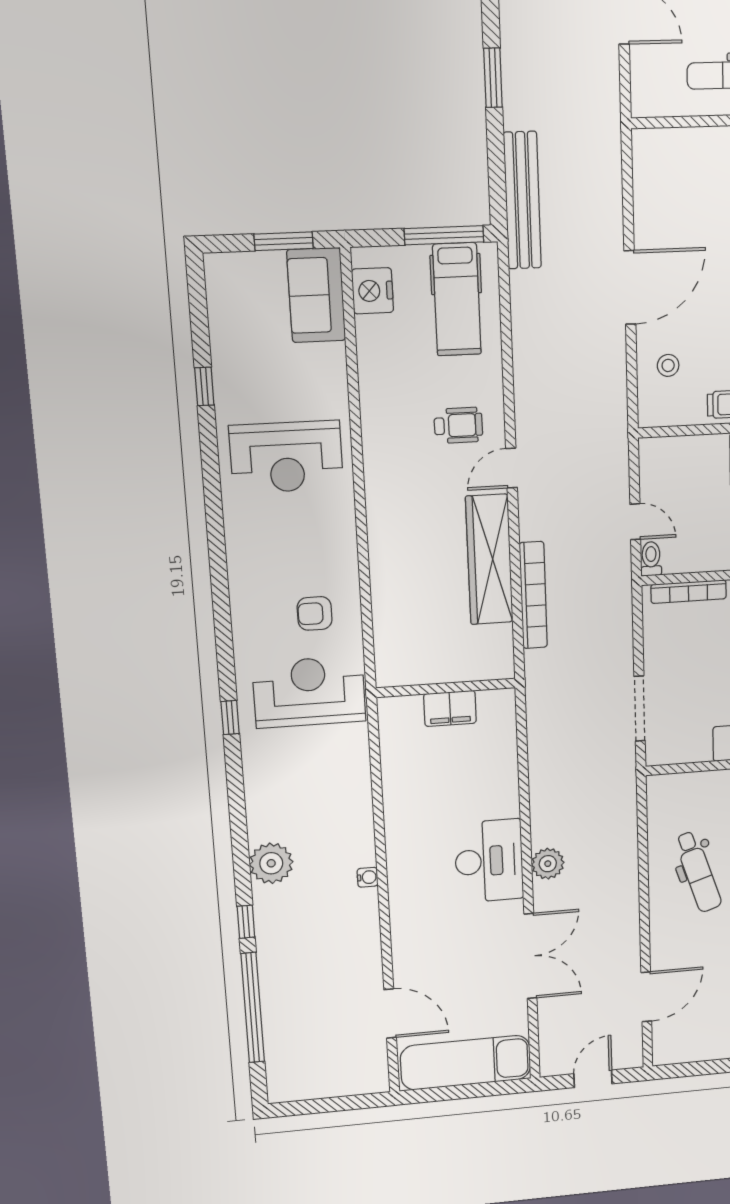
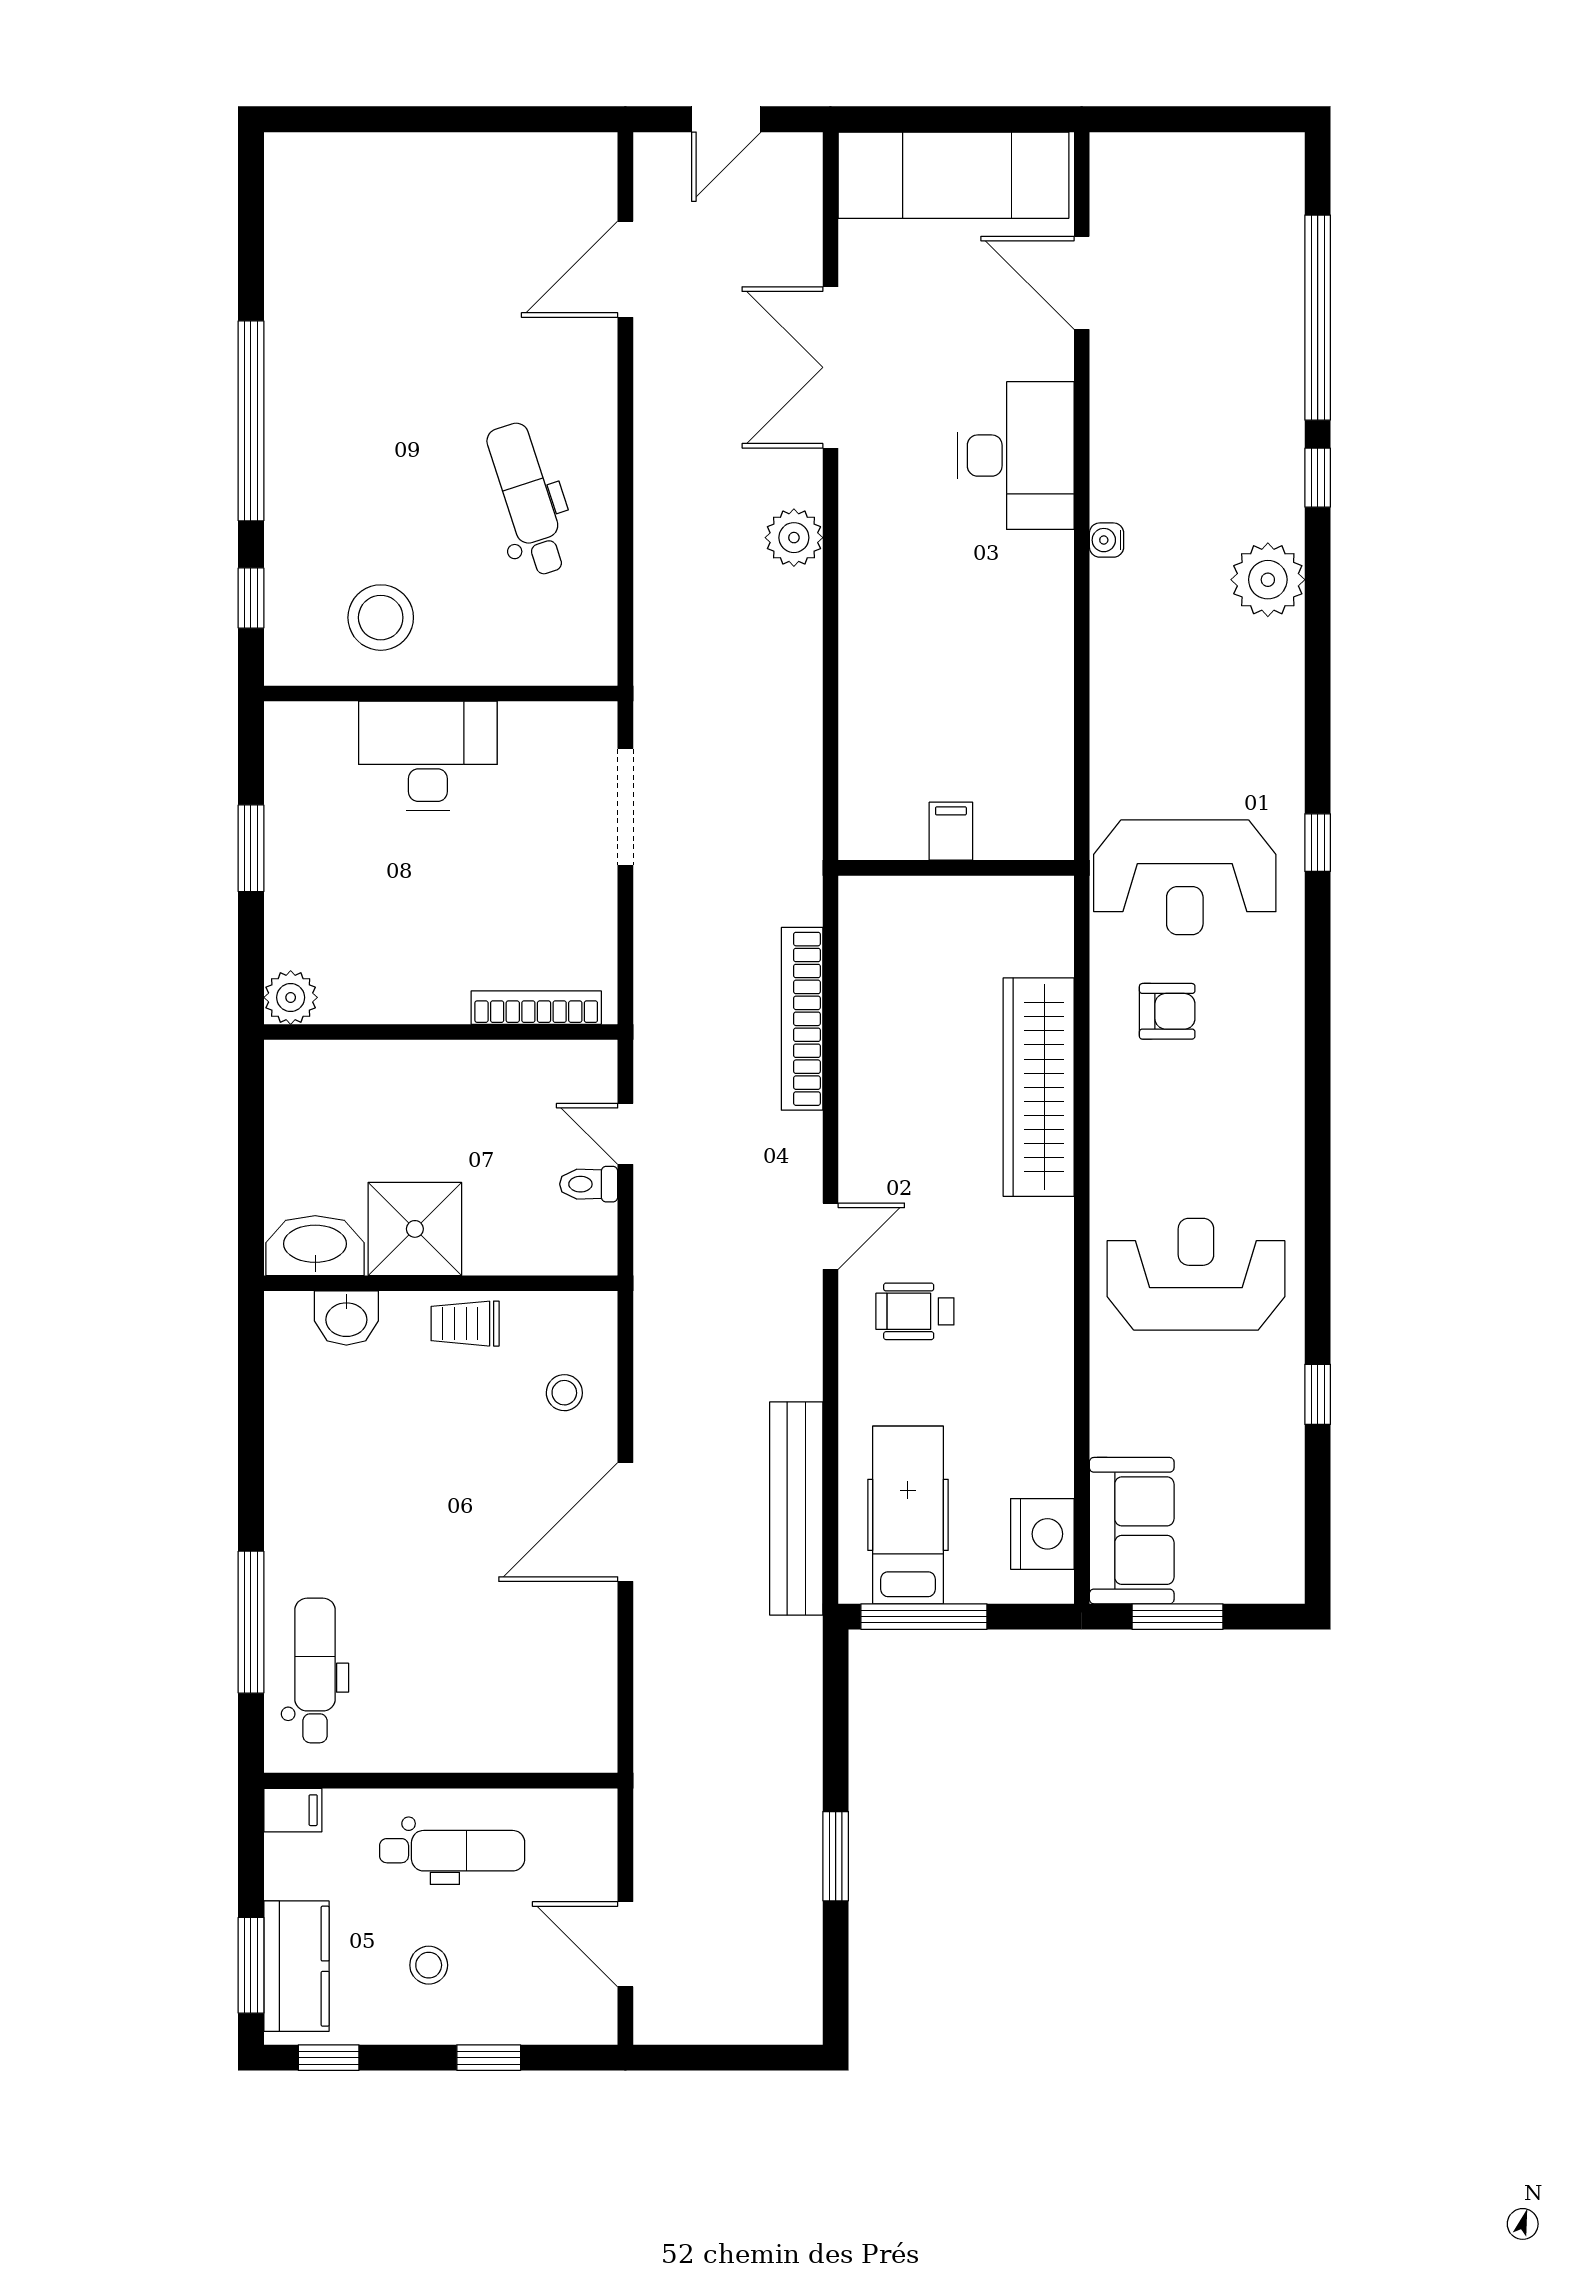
bench: (522, 200) -> (796, 1508), moved
wardrobe: (489, 559) -> (1039, 1087), moved, turned 180
toilet: (651, 559) -> (589, 1184), moved, turned 90
filing cabinet: (450, 708) -> (951, 831), width x0.50
desk: (489, 861) -> (1016, 456), moved, turned 180

